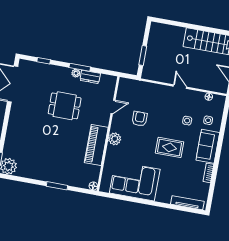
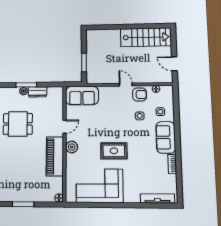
sofa: (134, 89) -> (82, 96), added
door: (113, 107) -> (64, 127), moved
armchair: (140, 119) -> (140, 94), moved, turned 90
rug: (170, 147) -> (114, 151), moved

